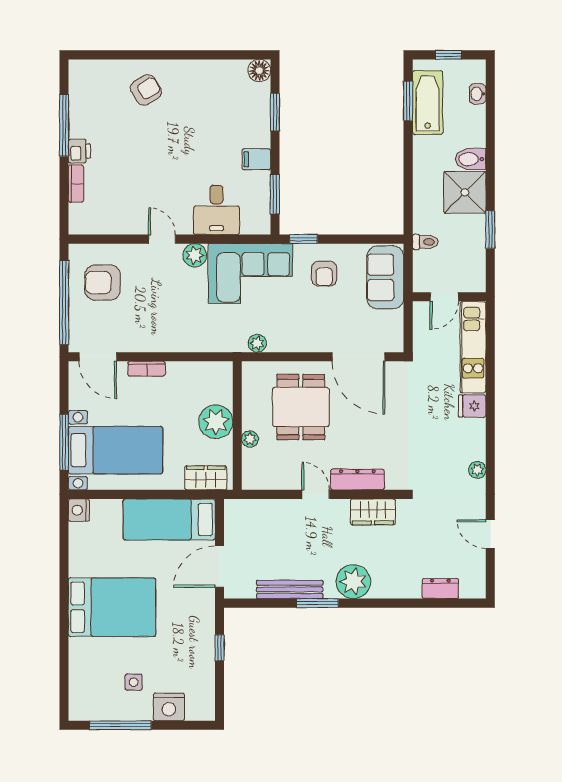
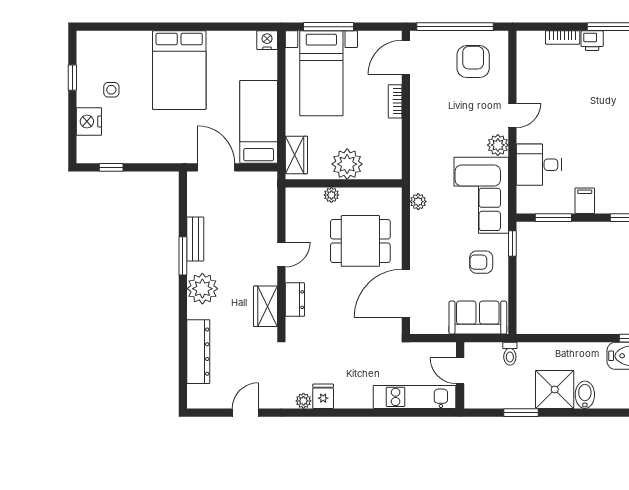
fridge: (472, 406) -> (323, 396), moved
dresser: (357, 479) -> (295, 300), width x0.70
bench: (290, 589) -> (195, 239), width x0.73
dresser: (440, 589) -> (198, 352), width x1.96, depth x1.24
window: (219, 648) -> (111, 167), moved
window: (120, 725) -> (72, 78), width x0.46

